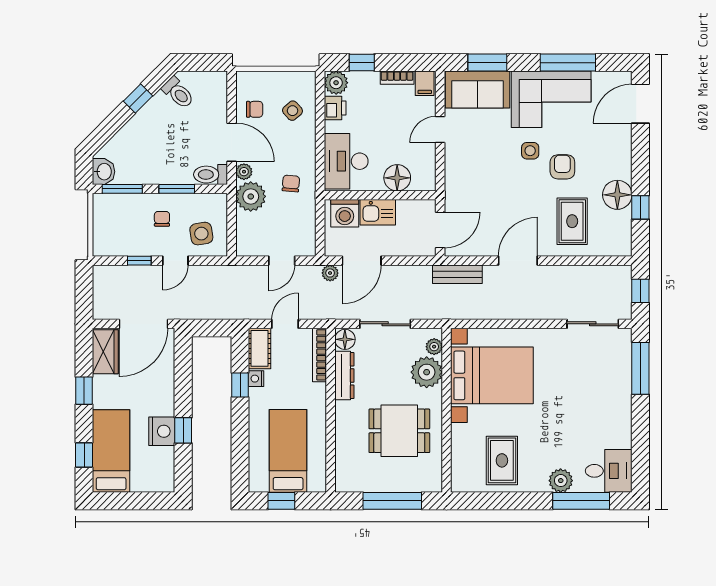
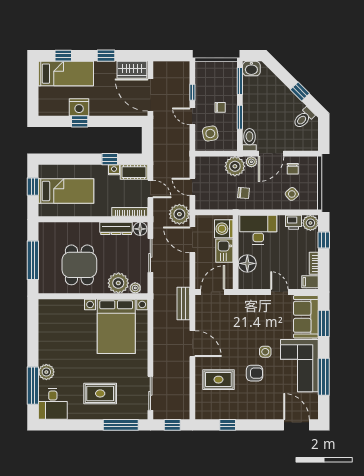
floor lamp: (617, 195) -> (236, 410), removed
door: (440, 230) -> (213, 292), swing flipped
plant: (330, 273) -> (179, 214), width x1.88, depth x1.88
rug: (502, 460) -> (100, 393), moved

